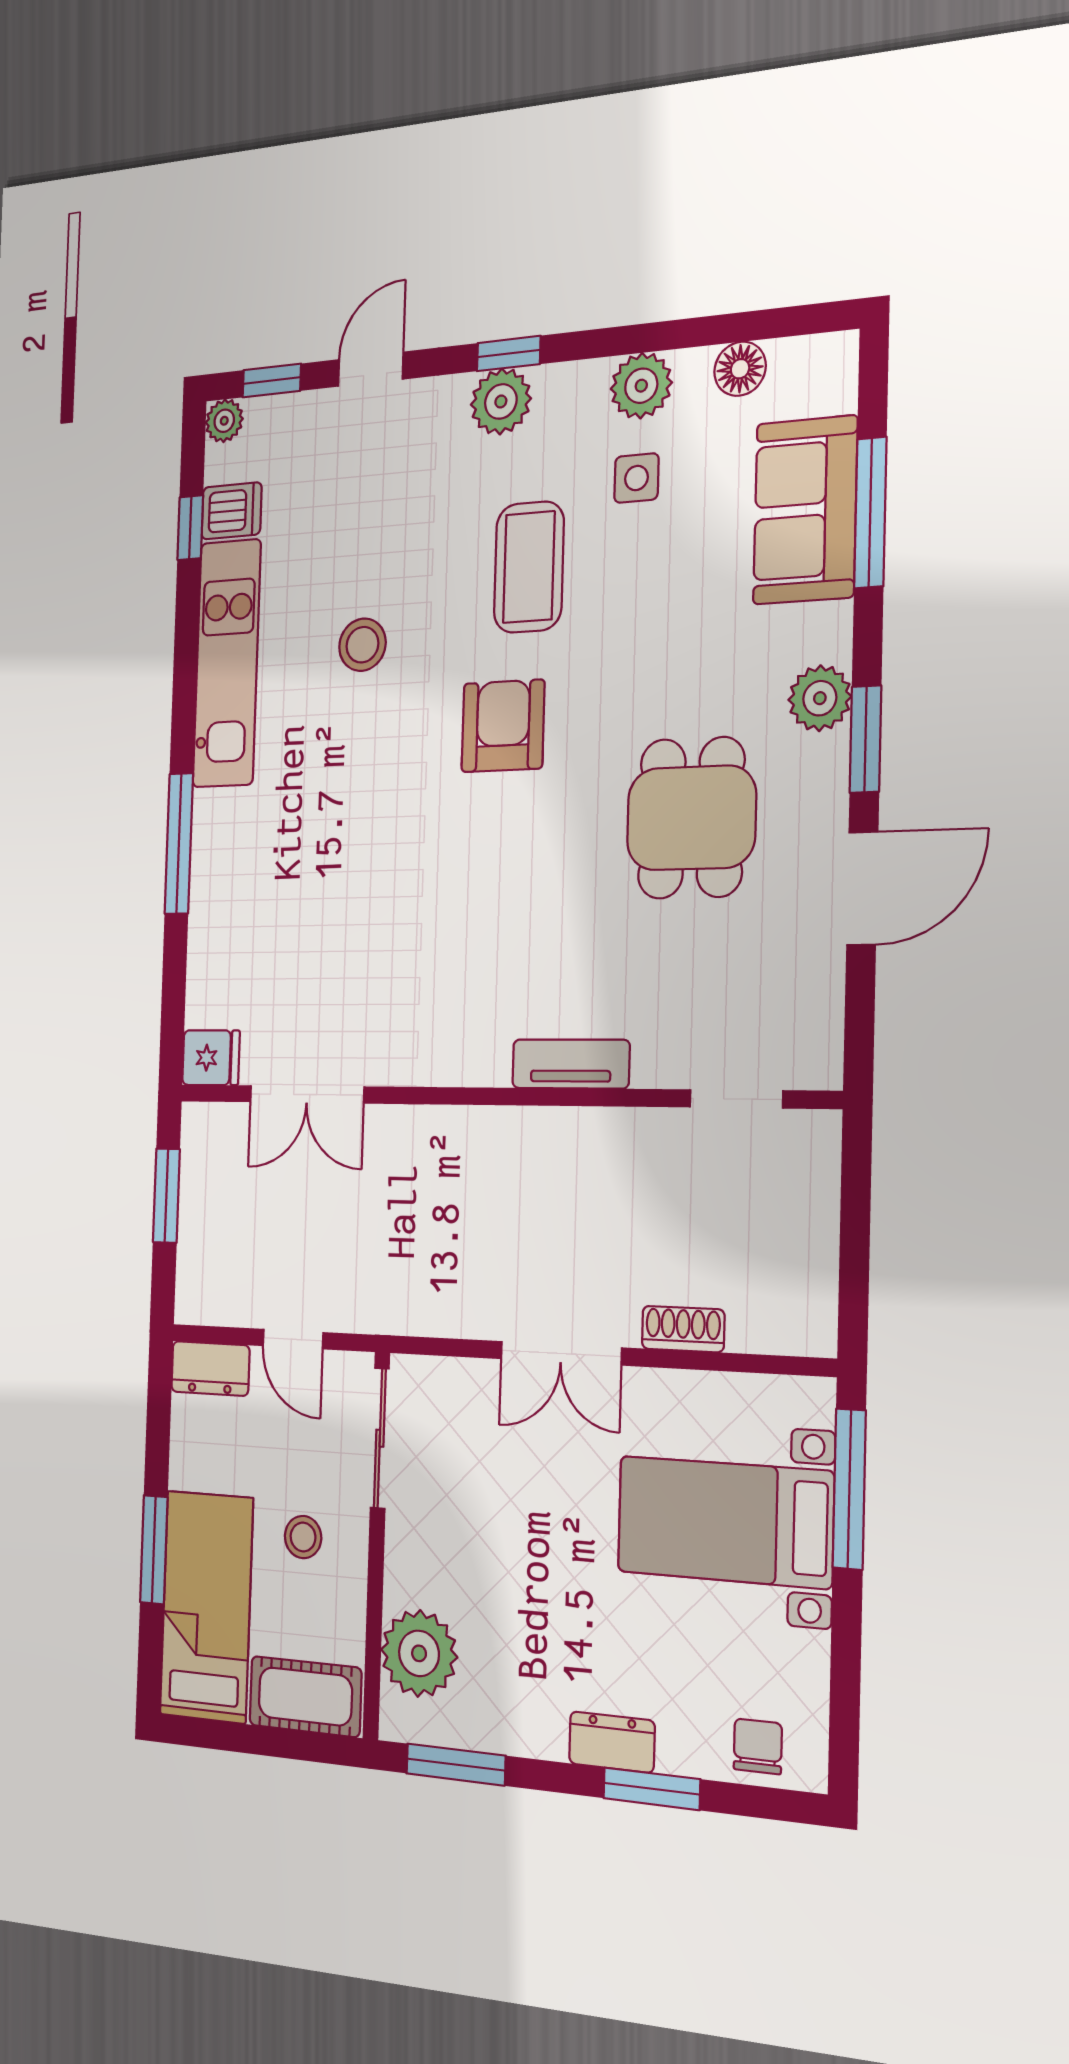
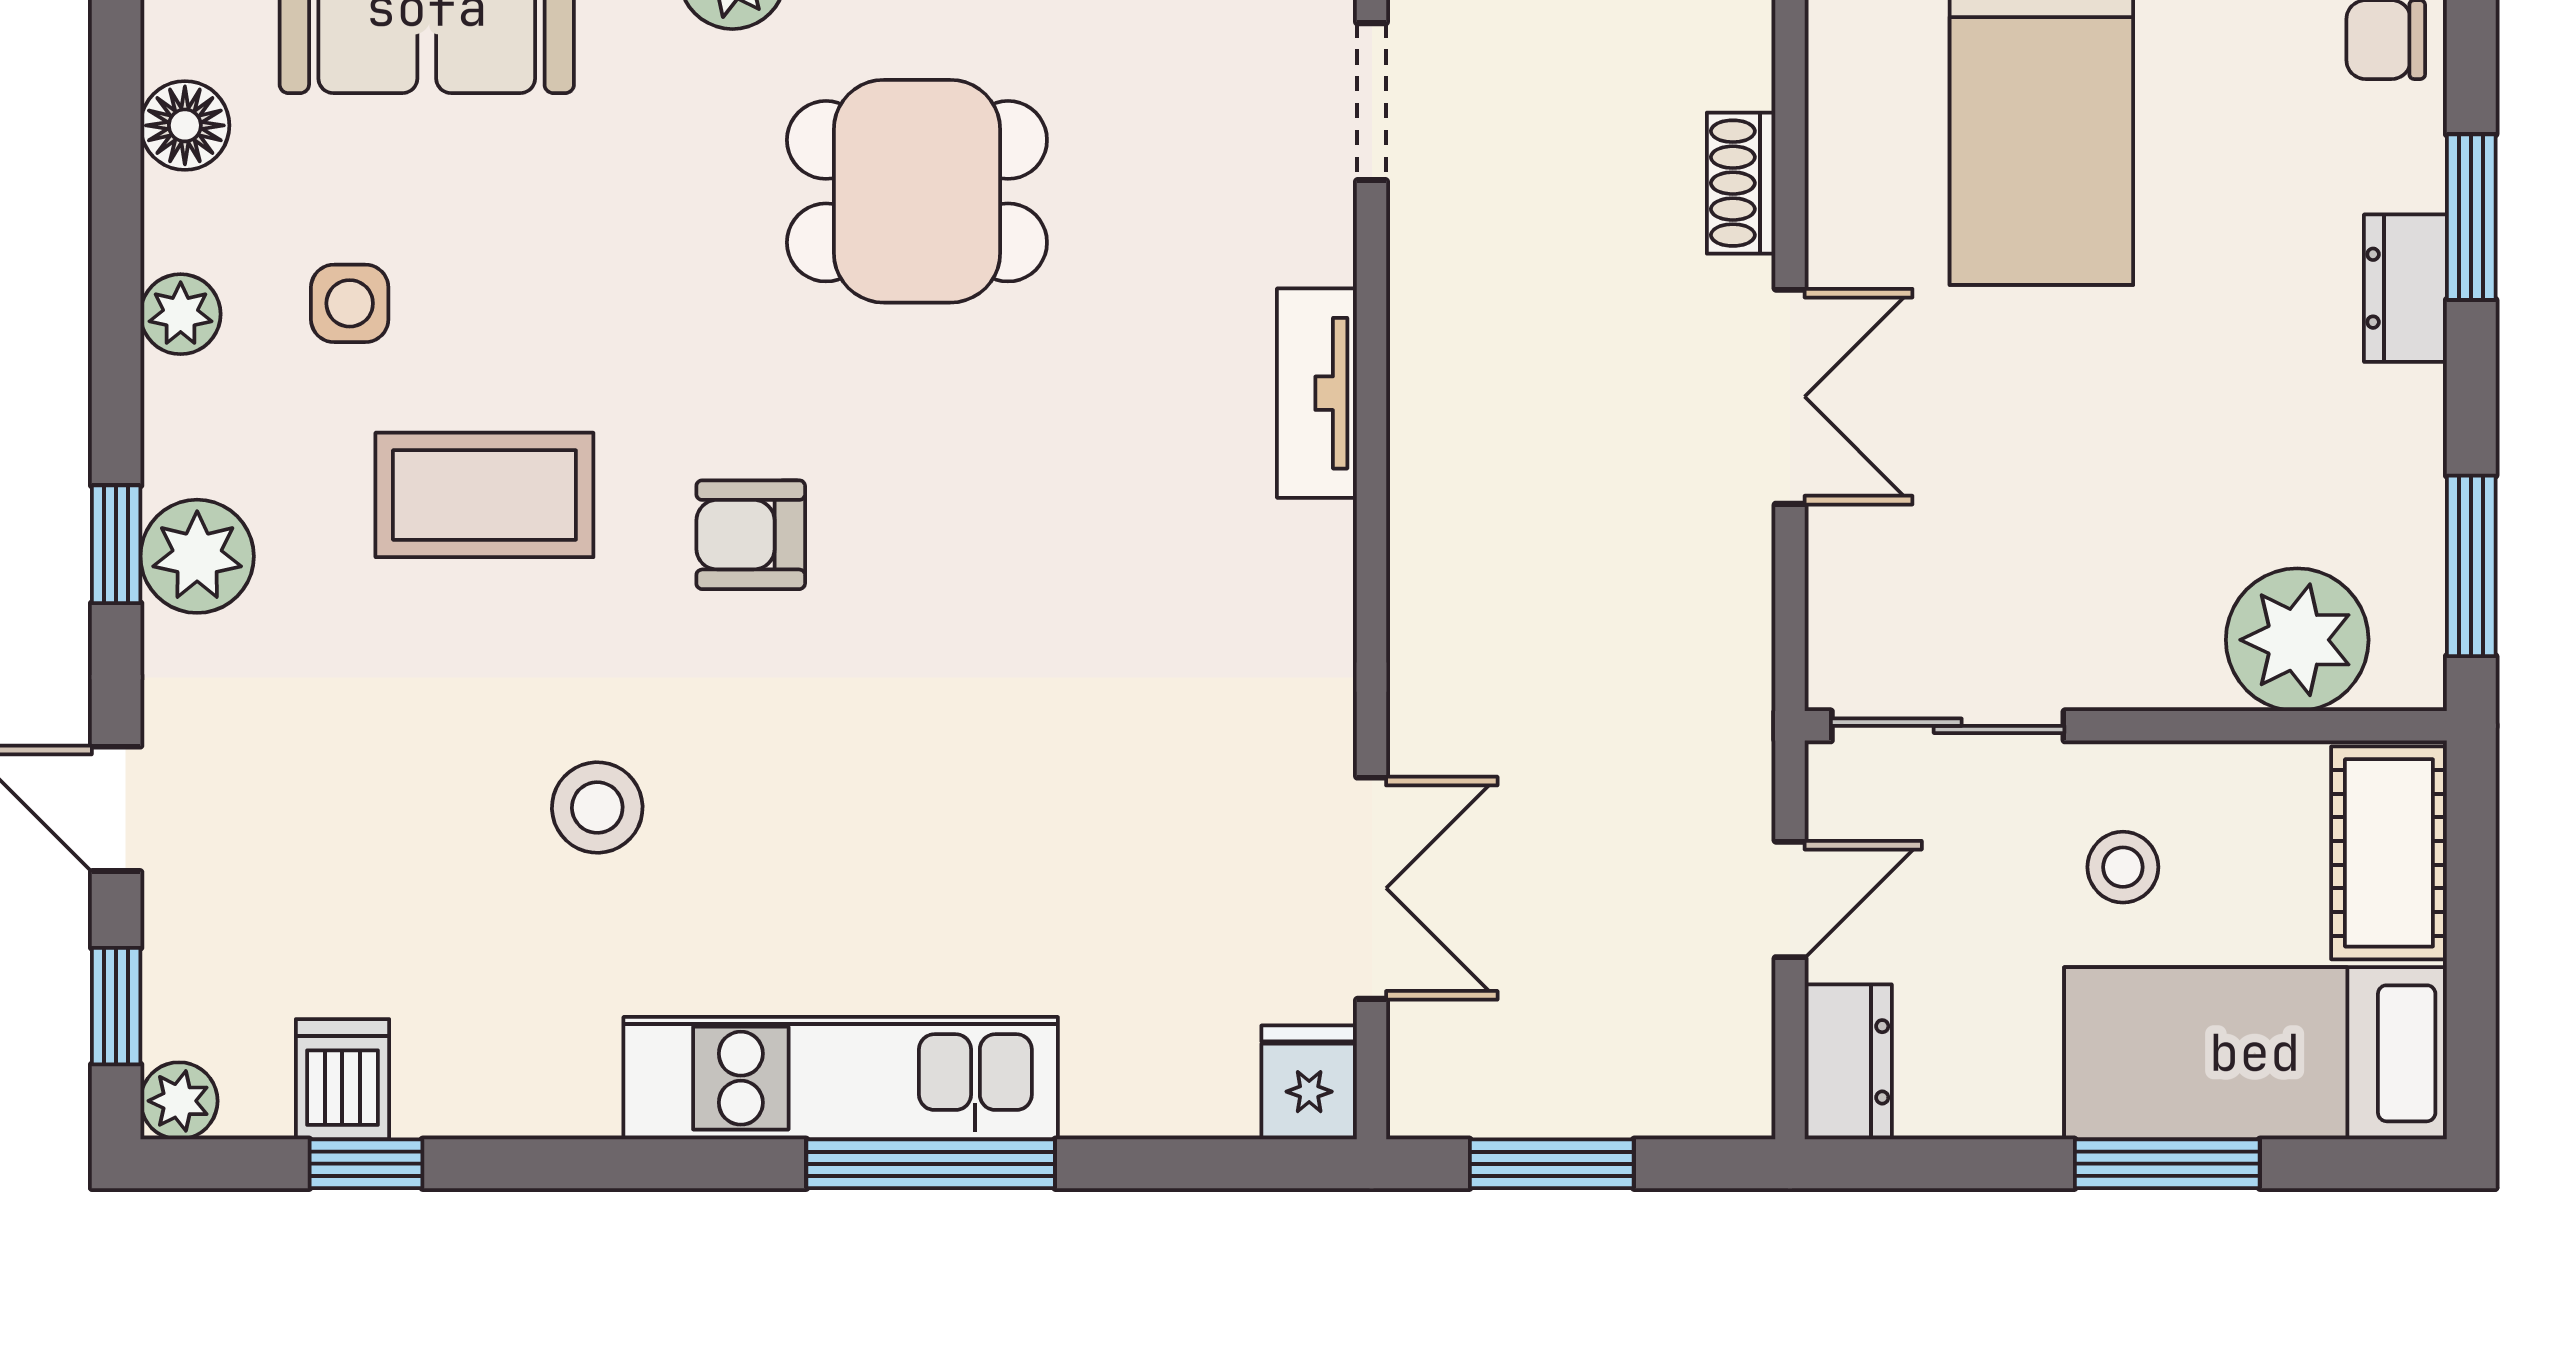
plant: (641, 386) -> (181, 314), width x0.73, depth x0.73
kitchen unit: (227, 663) -> (841, 1078), moved
armchair: (503, 726) -> (751, 535), width x0.72, depth x0.72

